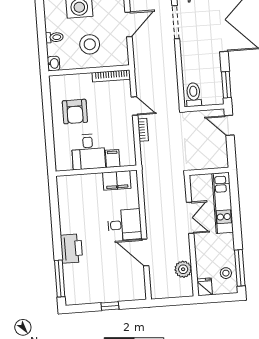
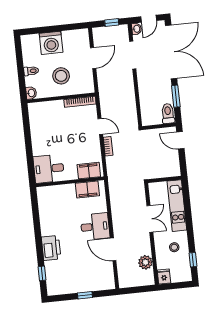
window: (226, 85) -> (176, 96), moved
toilet: (194, 95) -> (168, 113), moved
armchair: (75, 112) -> (50, 133), removed
desk: (88, 152) -> (49, 169), moved, turned 90
filing cabinet: (113, 158) -> (89, 171), width x2.00
window: (240, 268) -> (193, 260), width x0.46
stool: (226, 273) -> (174, 247), moved
window: (60, 279) -> (42, 273), width x0.46

